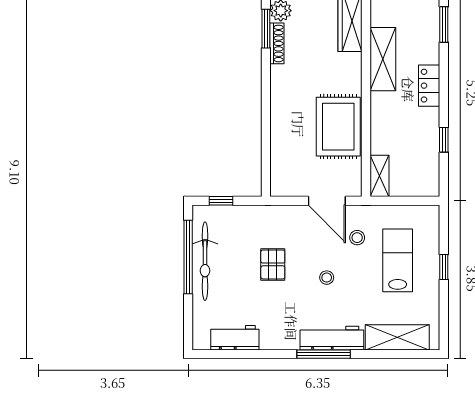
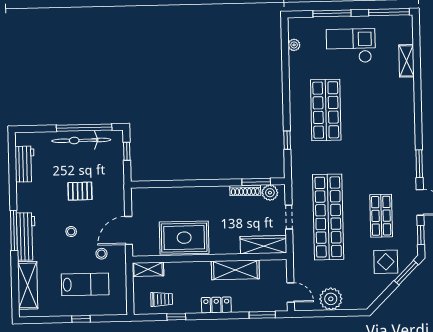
trolley: (420, 159) -> (162, 299), added

